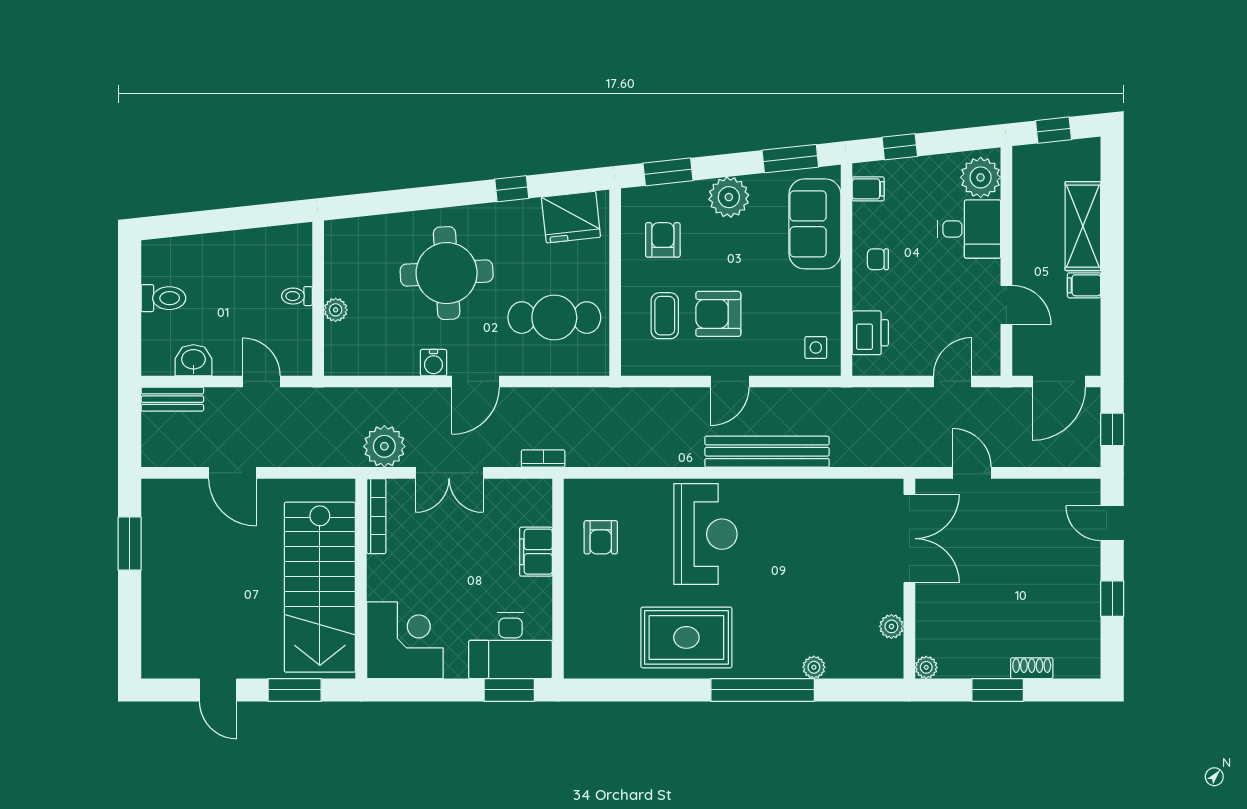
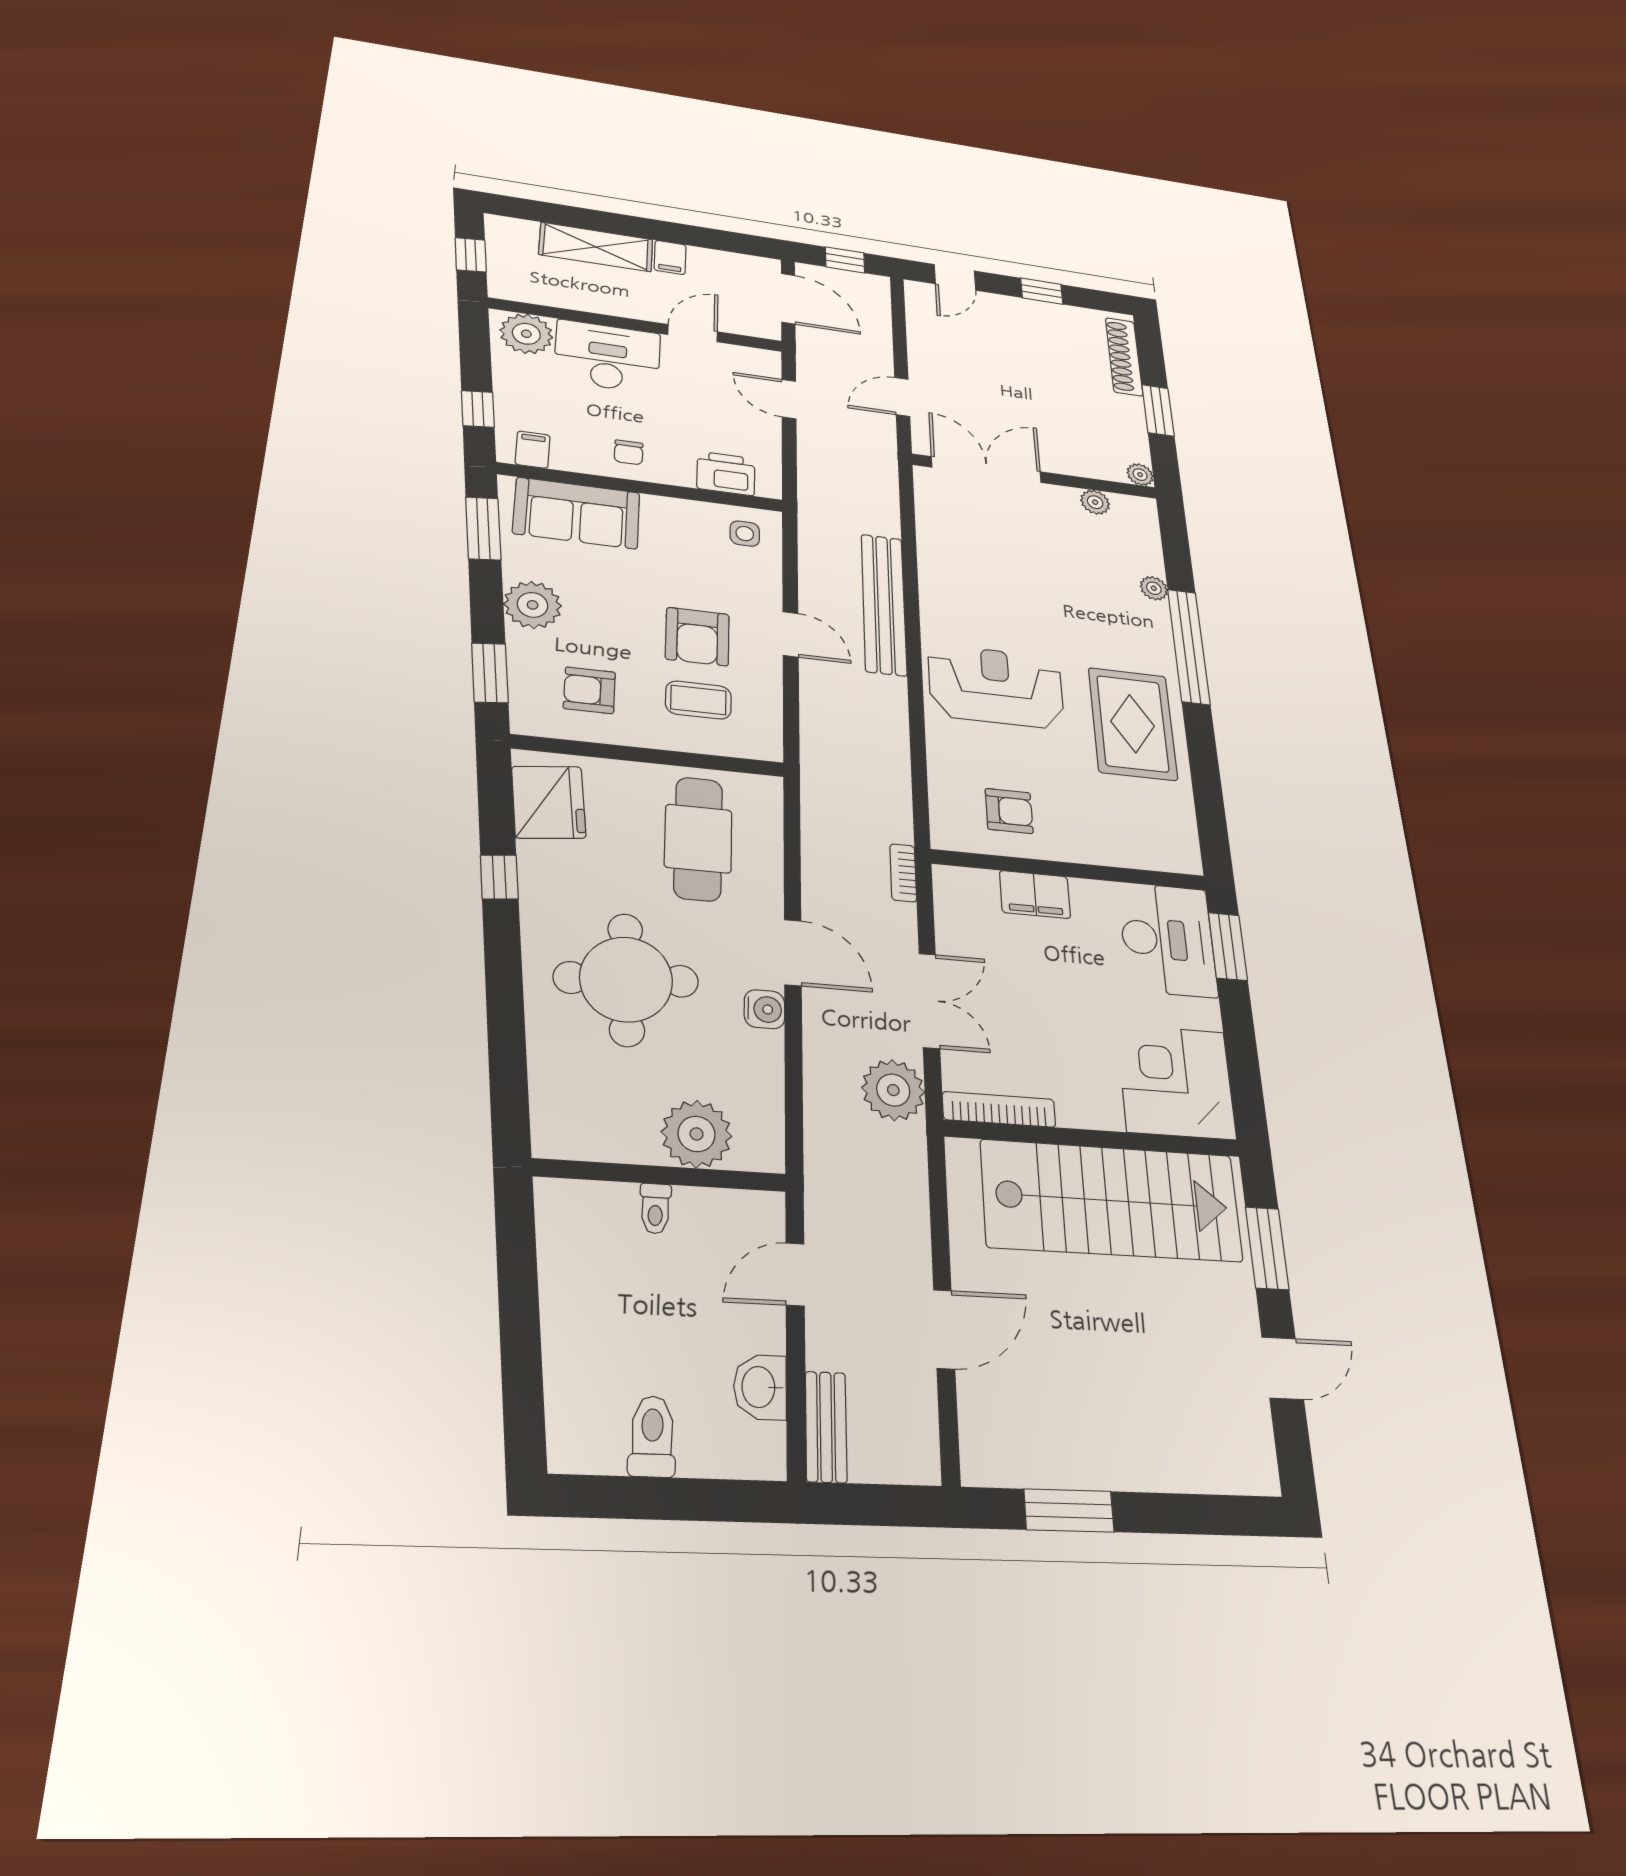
desk: (969, 229) -> (607, 357), width x1.37
plant: (336, 310) -> (697, 1134), width x1.88, depth x1.88
shoe rack: (1032, 668) -> (1124, 357), width x1.94, depth x1.24

